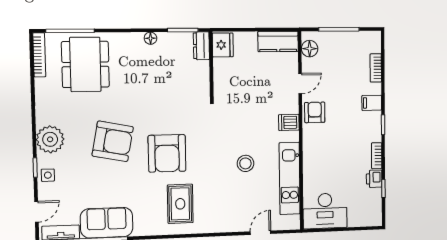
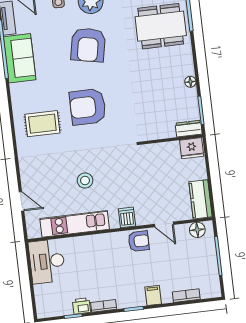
armchair: (113, 141) -> (88, 45), moved

